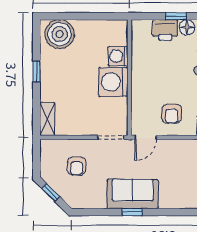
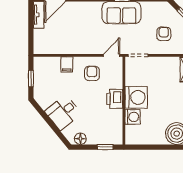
window: (176, 16) -> (105, 147), moved
printer: (165, 30) -> (115, 99), moved, turned -90

